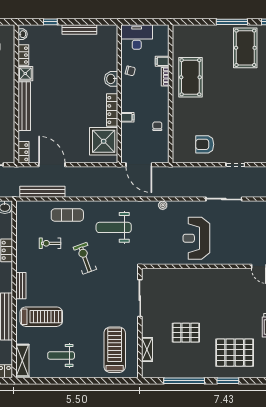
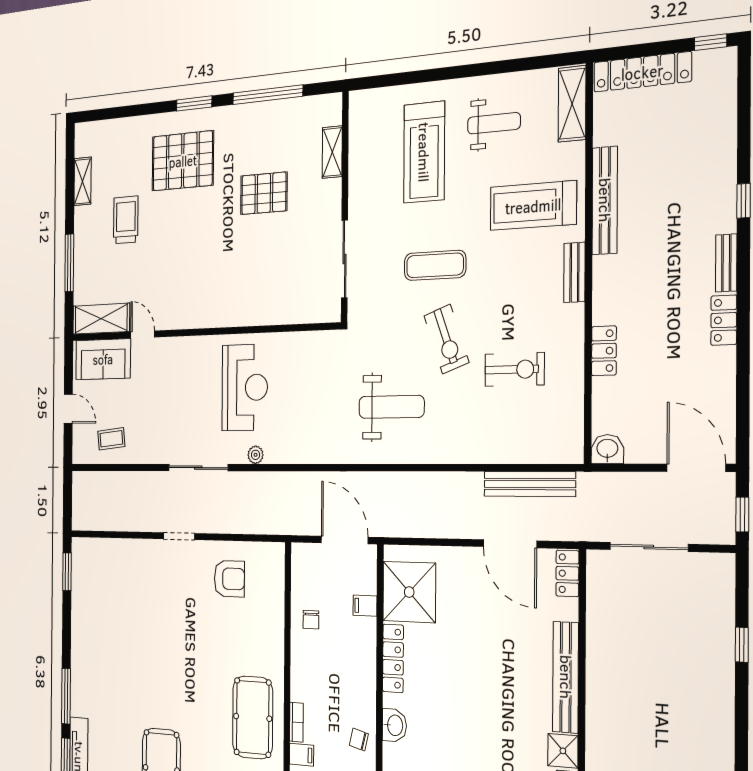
filing cabinet: (127, 117) -> (365, 606), moved
plant: (163, 205) -> (256, 455), moved
exercise mat: (67, 215) -> (435, 265), moved
exercise bike: (50, 243) -> (515, 369), width x1.38, depth x1.39
treadmill: (115, 350) -> (424, 152), moved

